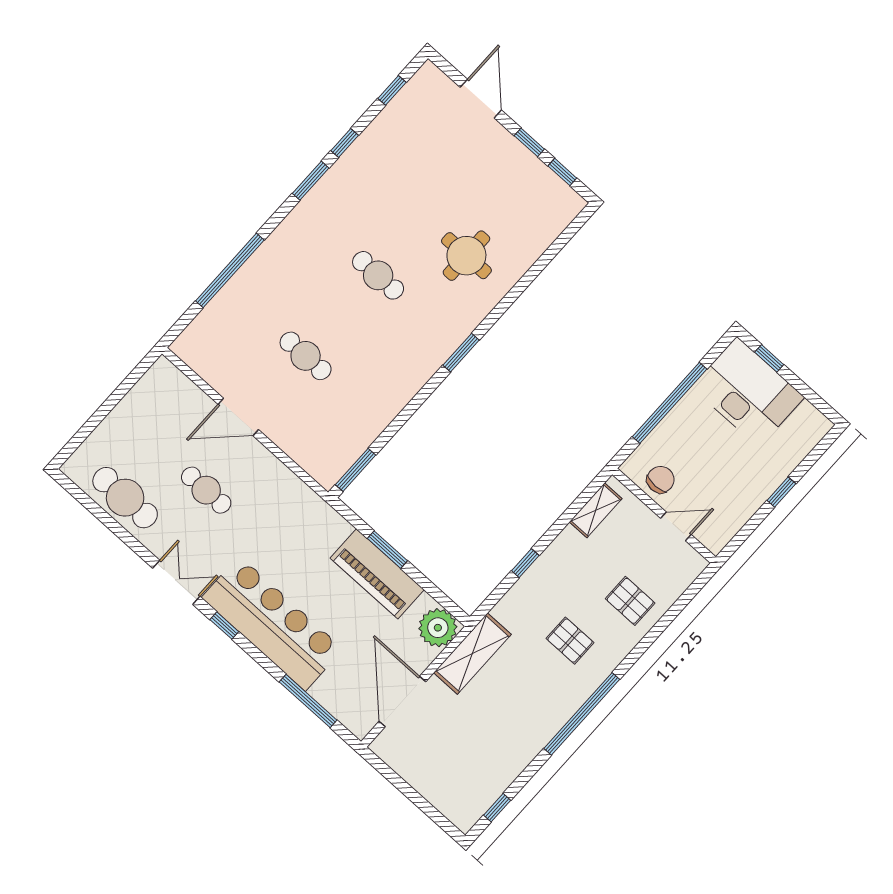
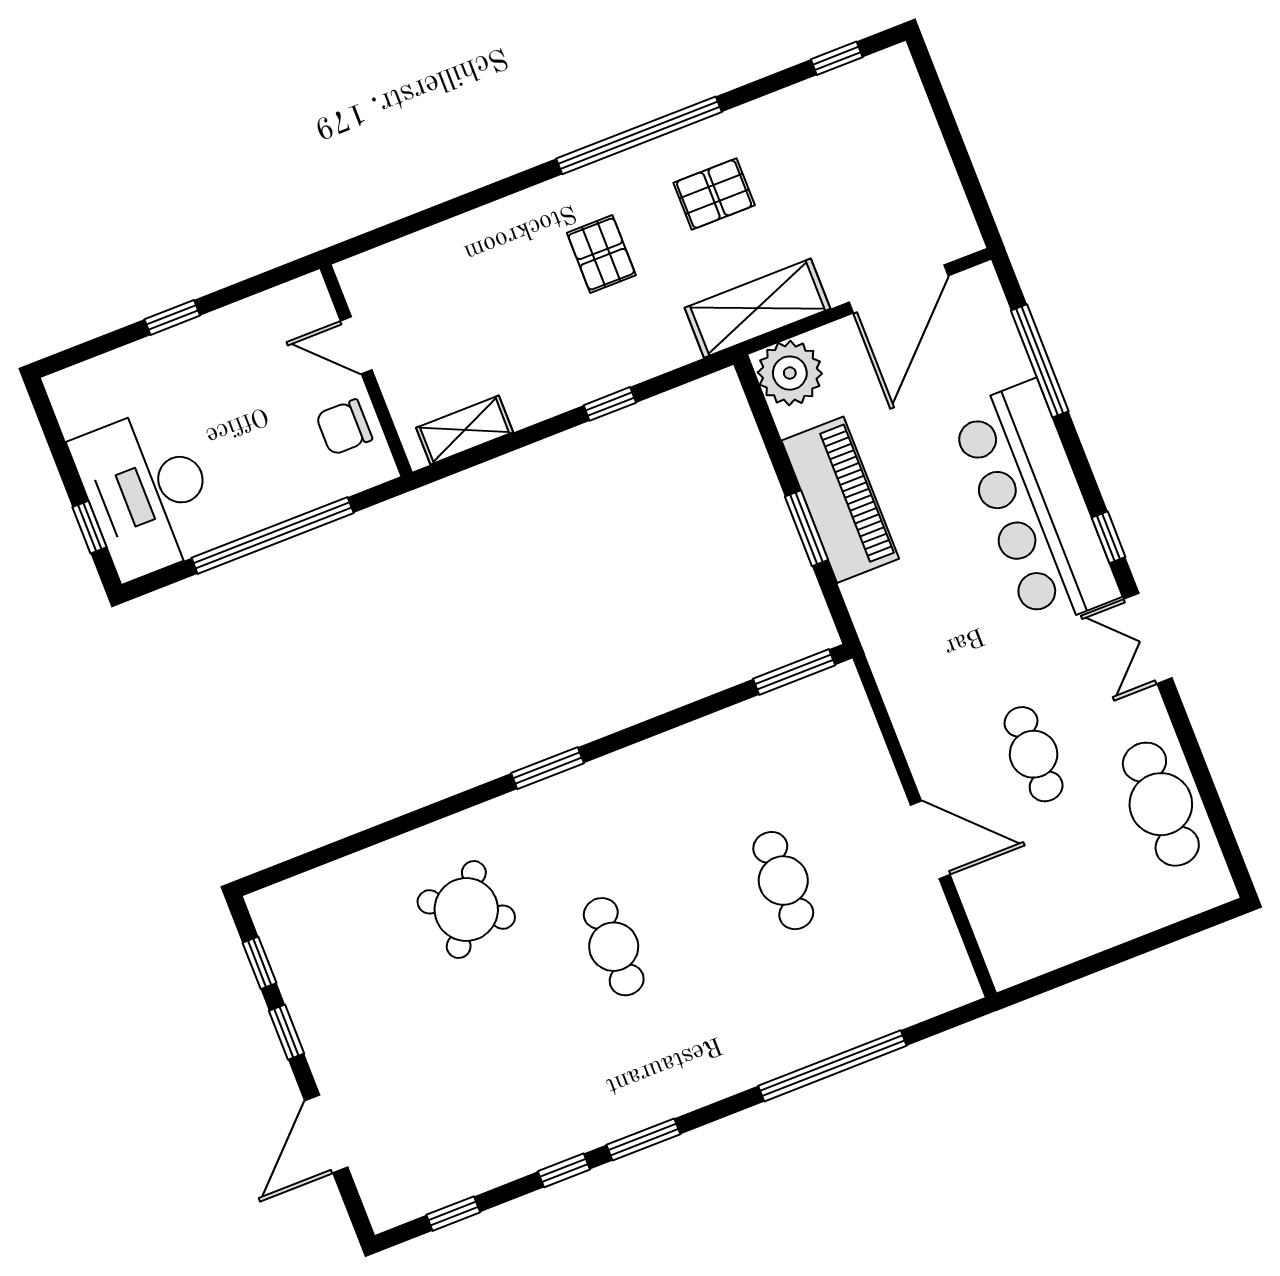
round table: (466, 256) -> (466, 909), turned 33
pallet: (630, 601) -> (714, 194), moved, turned 90

